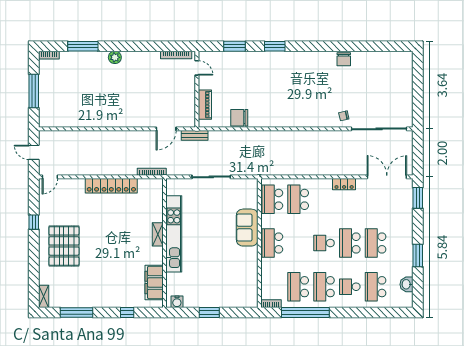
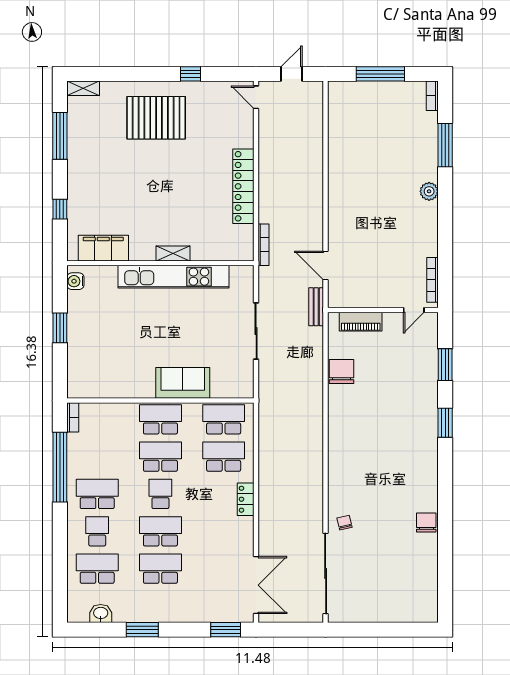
chair: (344, 59) -> (426, 523), turned 90
locker: (344, 184) -> (246, 499), moved
school desk: (298, 287) -> (160, 457), moved

